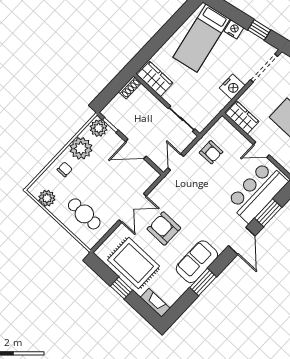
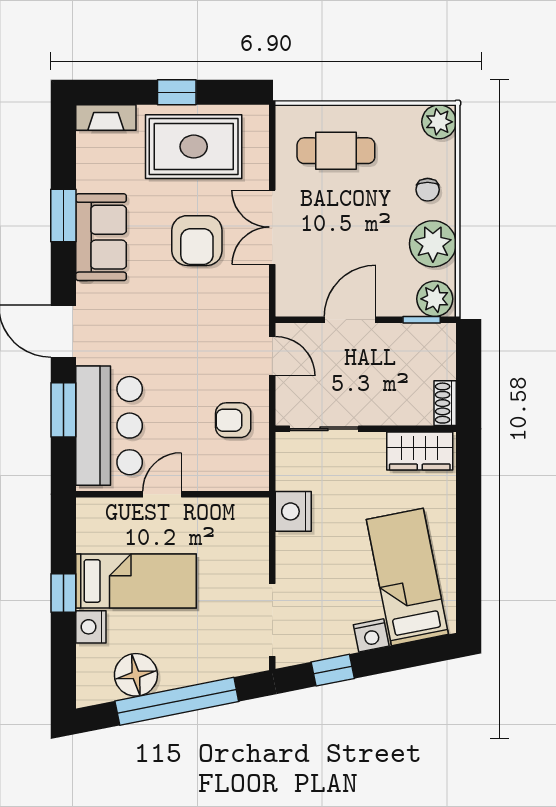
nightstand: (232, 87) -> (293, 511), moved
wardrobe: (242, 118) -> (236, 515), removed
plant: (47, 198) -> (439, 122), moved
armchair: (164, 228) -> (197, 241), turned 90

